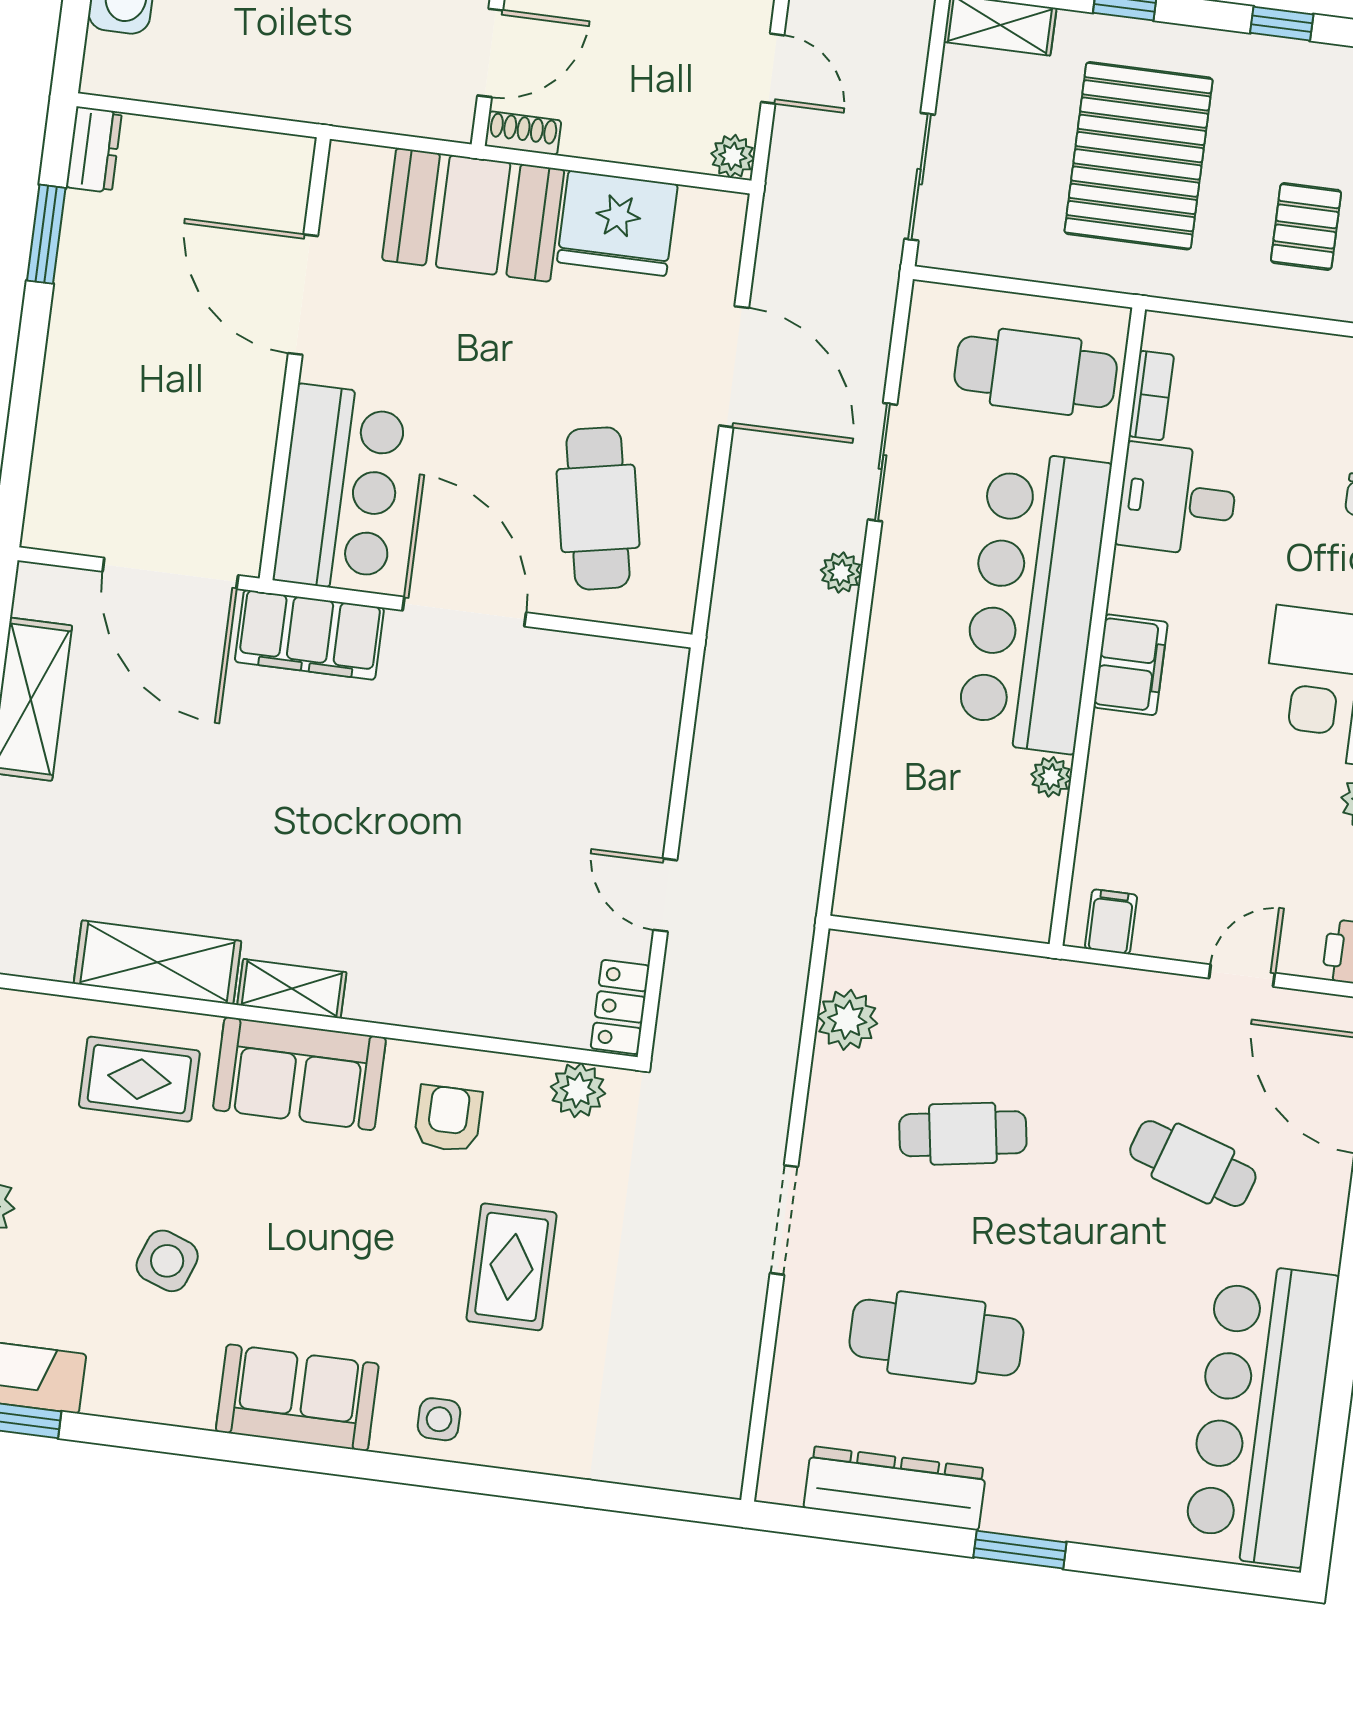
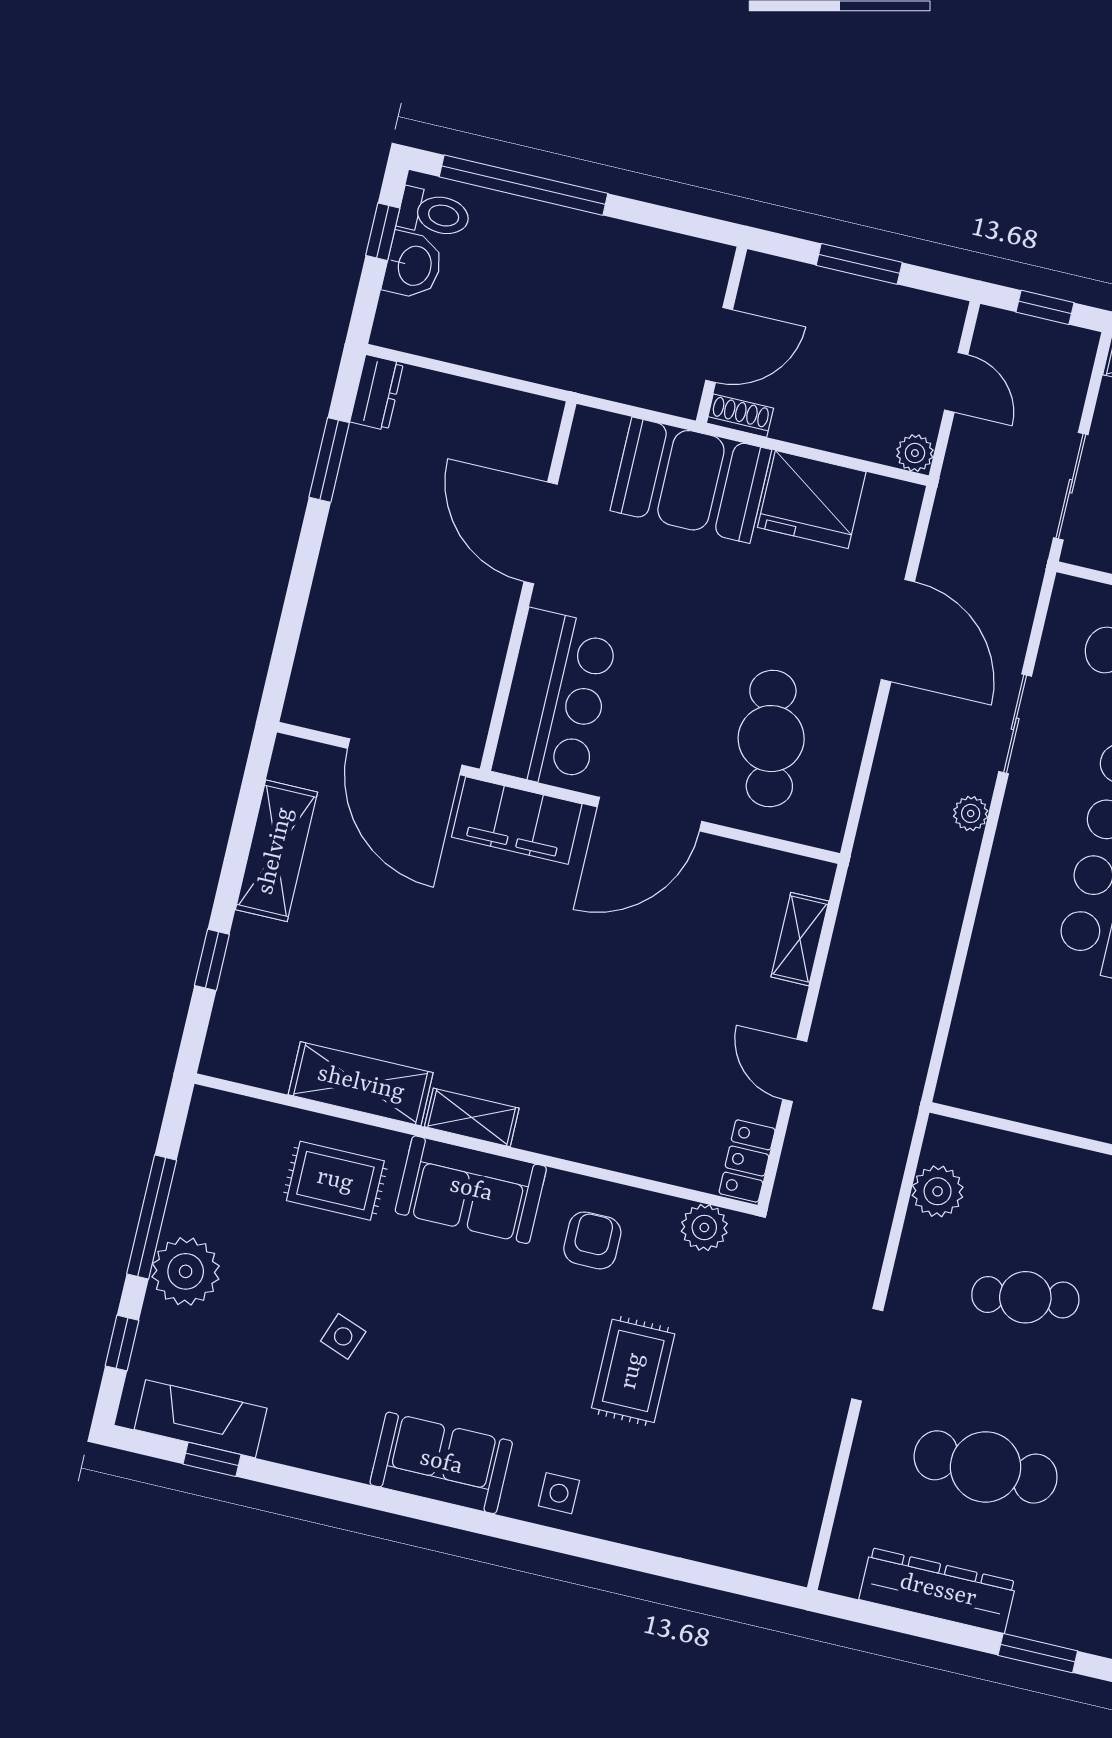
door: (464, 612) -> (650, 814), swing flipped
shelving: (656, 740) -> (800, 939), added
side table: (167, 1261) -> (343, 1336), width x0.73, depth x0.73

